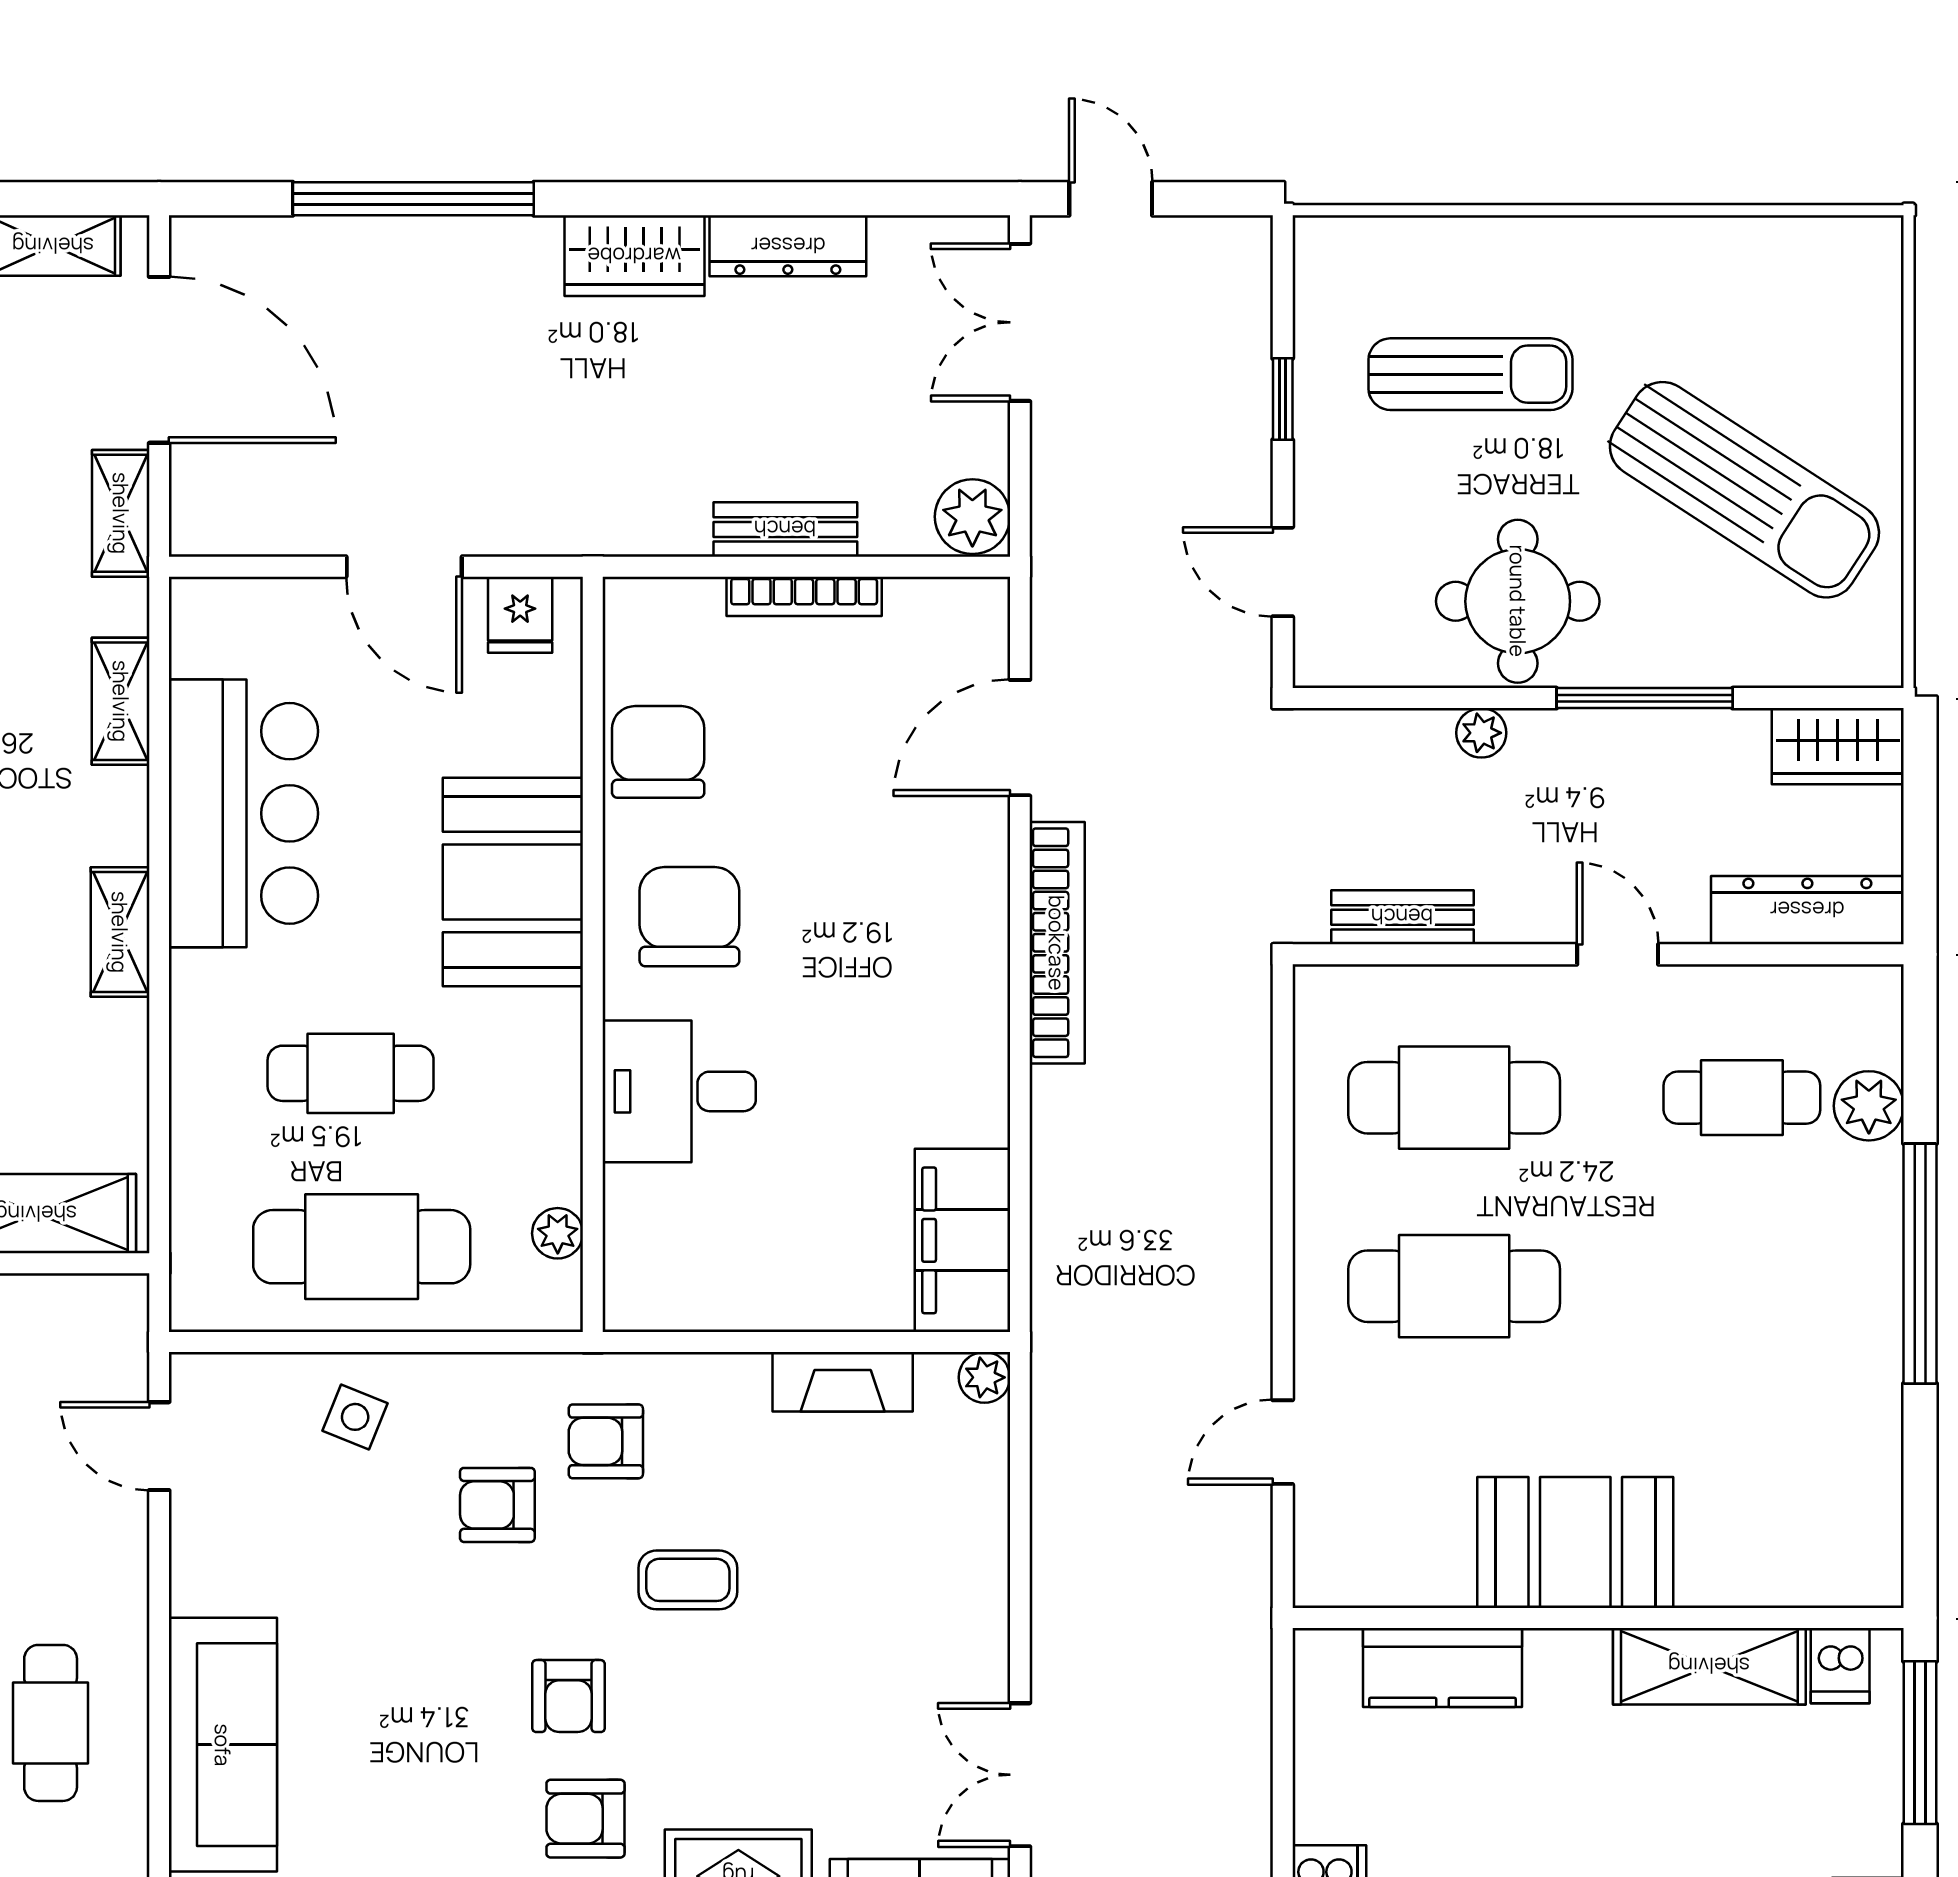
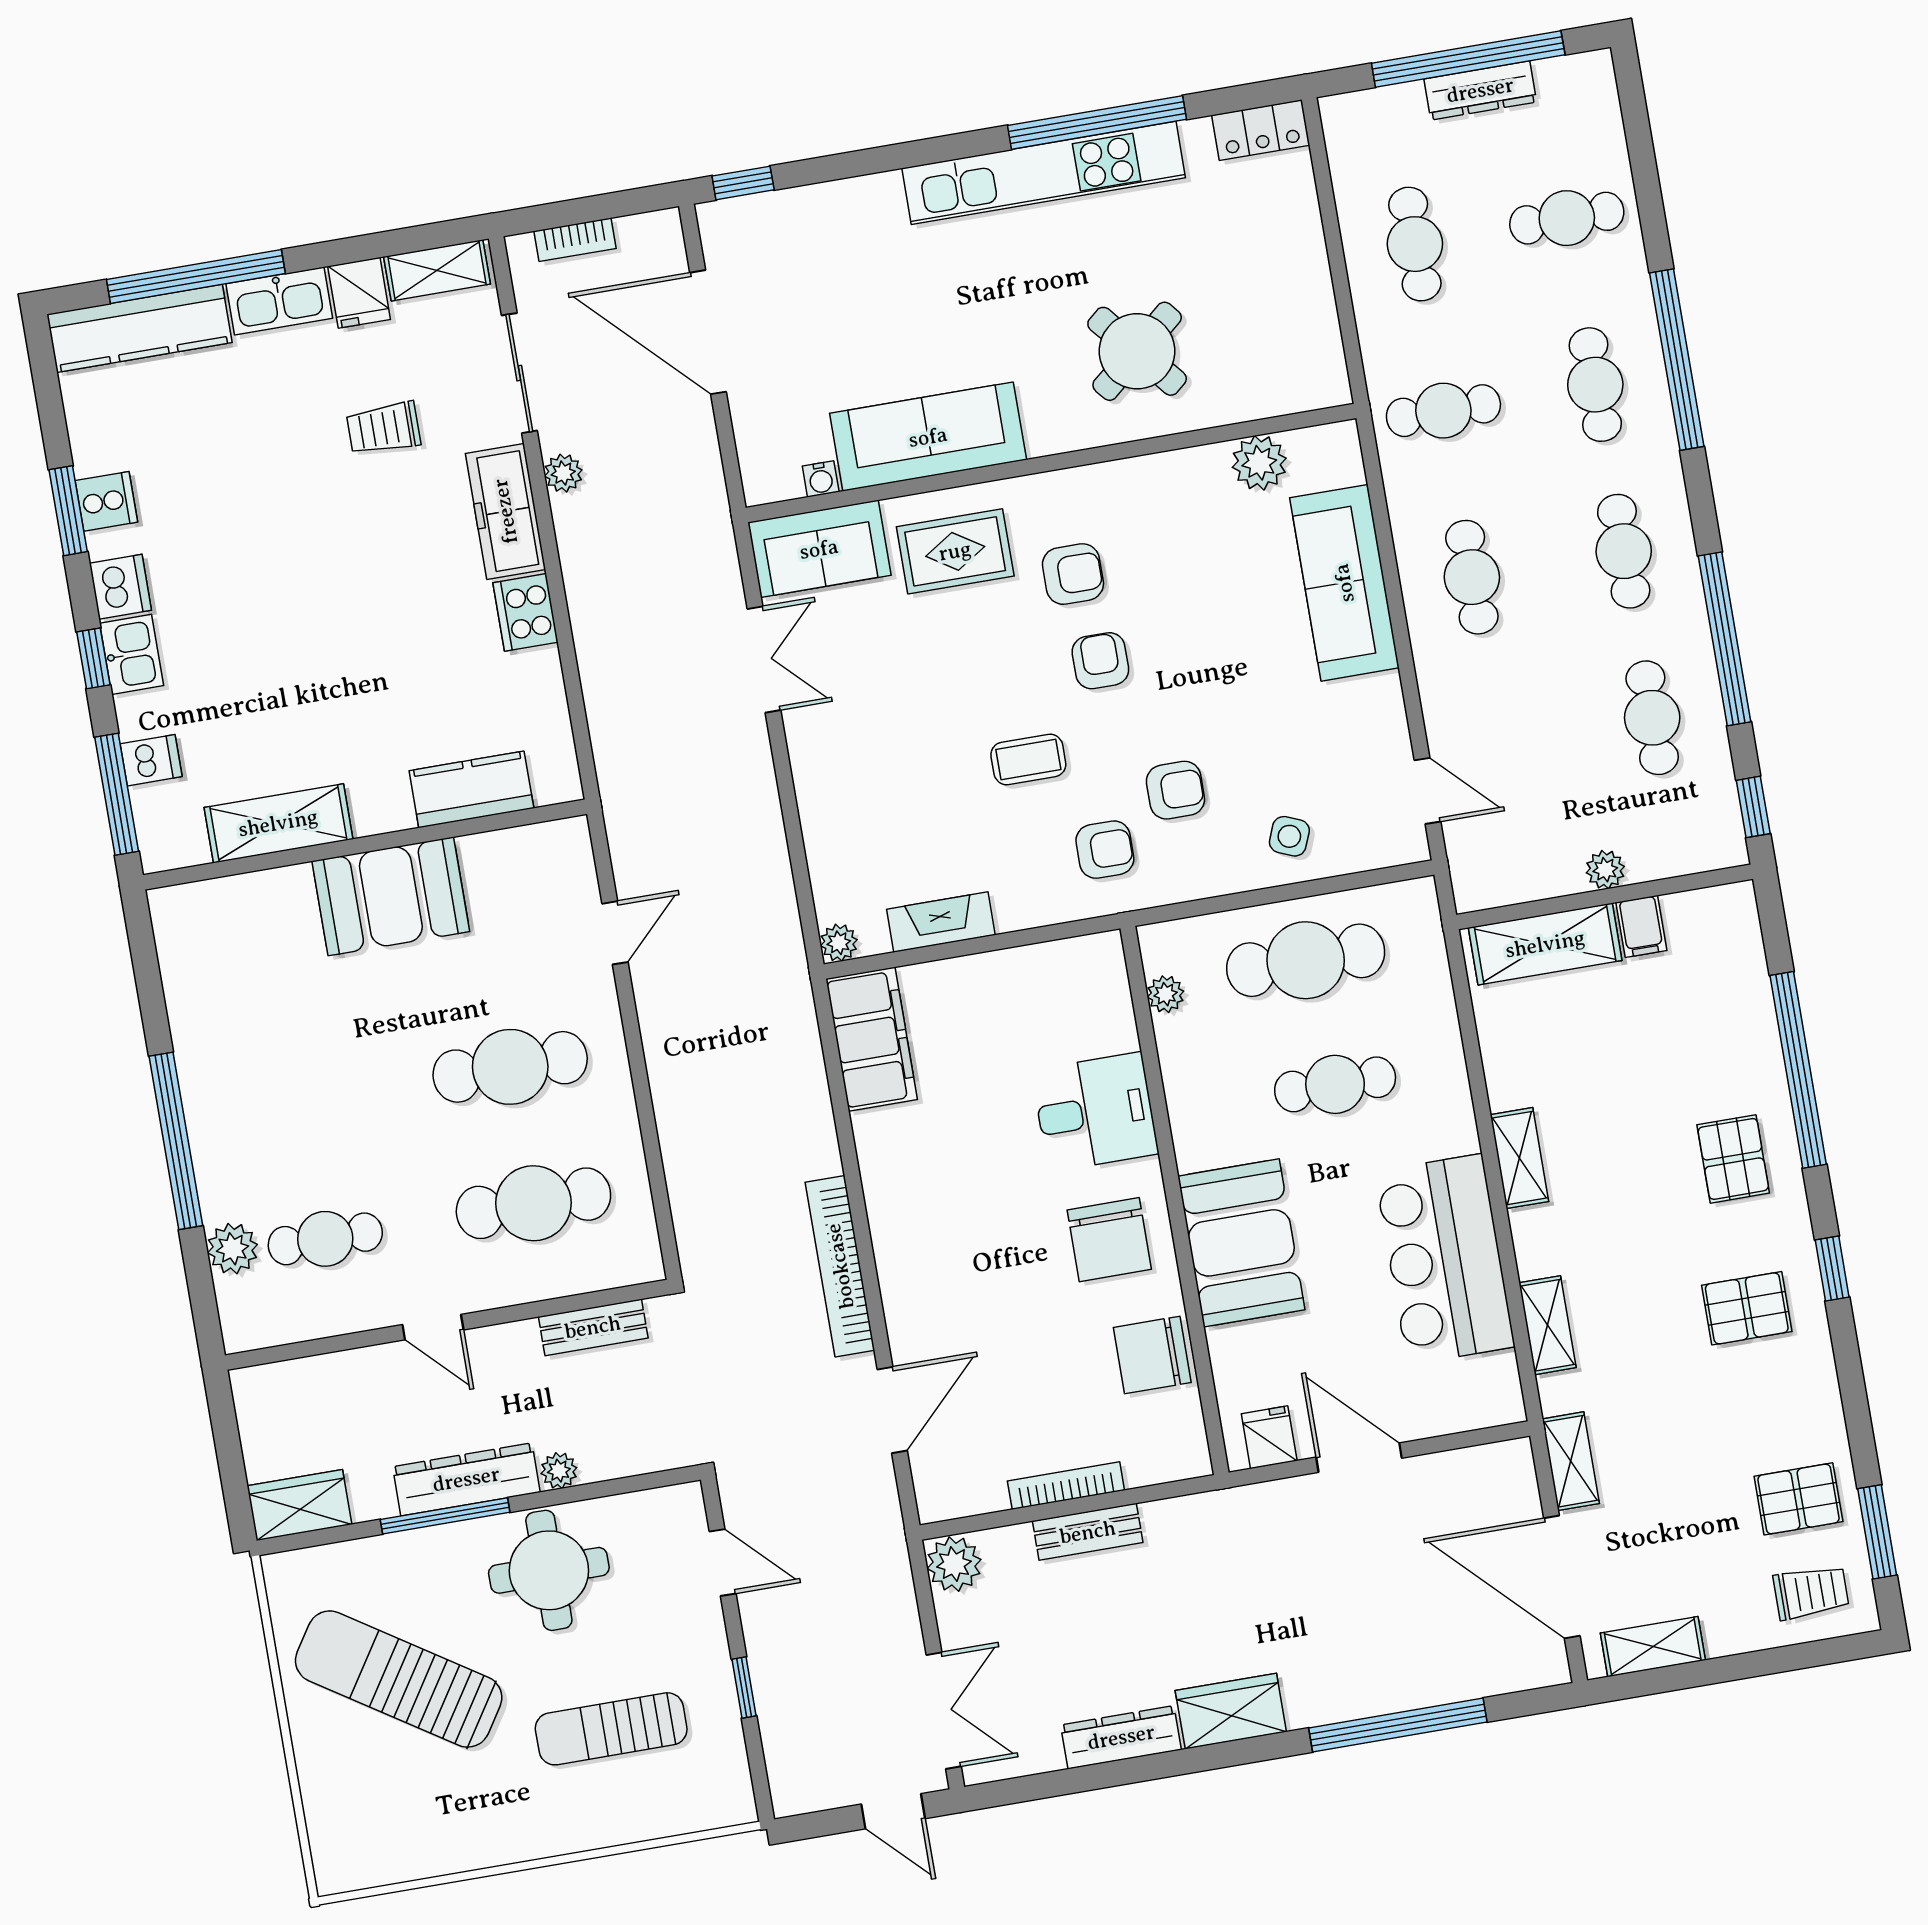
chair: (658, 752) -> (1152, 1355), turned 90
dresser: (1807, 910) -> (466, 1479), moved, turned 180
dishwasher: (1840, 1666) -> (151, 760), moved, turned 90

